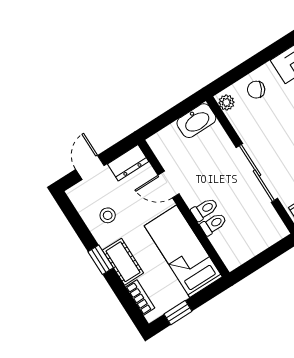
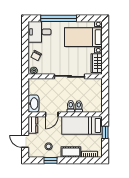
washbasin: (196, 121) -> (33, 104), moved
window: (101, 260) -> (50, 160), moved
window: (178, 313) -> (105, 132), moved

